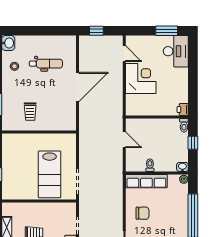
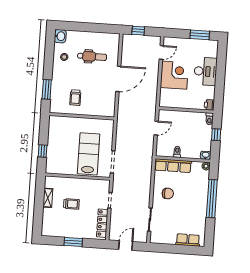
desk: (176, 51) -> (205, 71), moved
door: (124, 54) -> (161, 52), hinge flipped
door: (124, 140) -> (156, 128), hinge flipped
lab bench: (50, 174) -> (89, 154), turned 180

